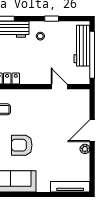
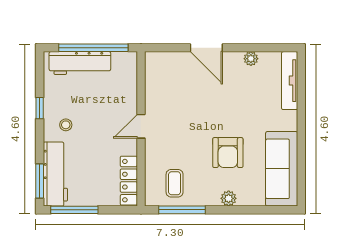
door: (59, 87) -> (141, 126), moved
plant: (85, 149) -> (251, 59), moved

